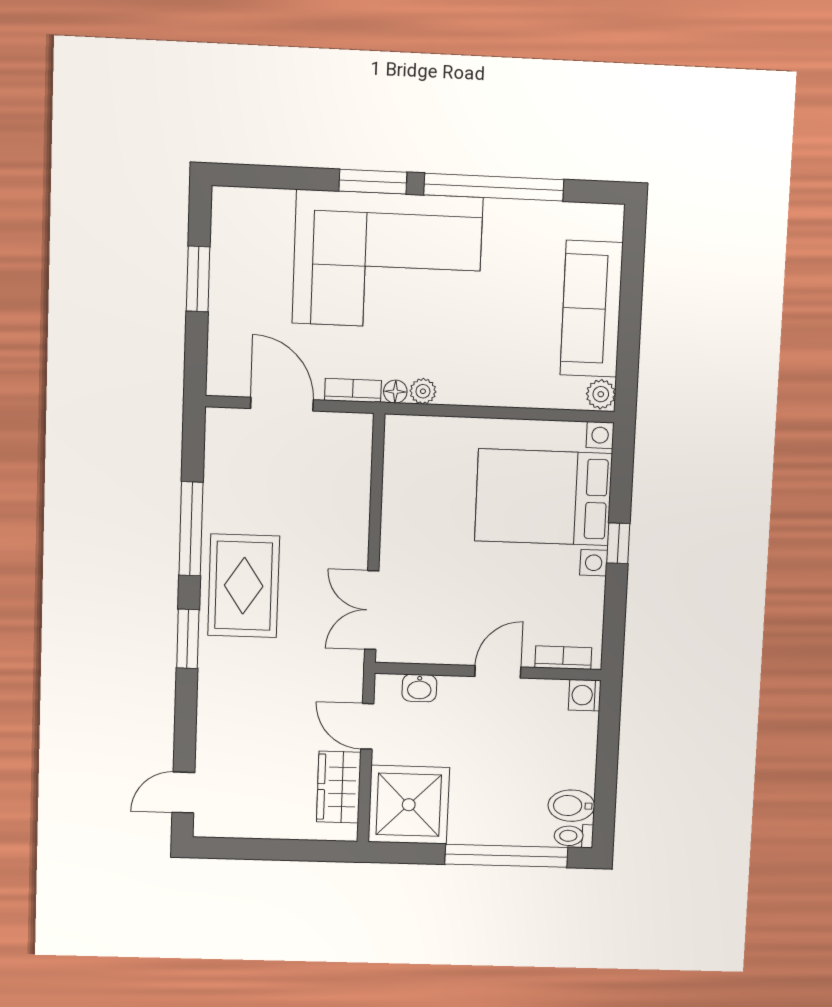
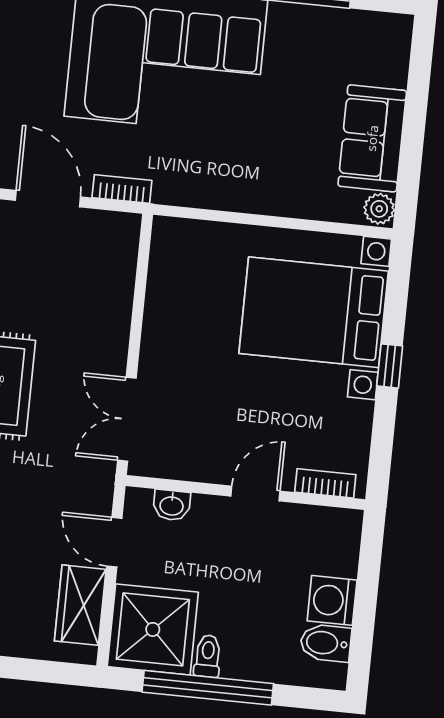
sofa: (592, 309) -> (372, 138), width x0.73
plant: (423, 391) -> (194, 194), removed
floor lamp: (395, 392) -> (166, 193), removed
washing machine: (585, 695) -> (332, 600), moved, width x1.38, depth x1.38
toilet: (574, 836) -> (208, 656), moved, turned 90
window: (506, 856) -> (208, 688), moved

